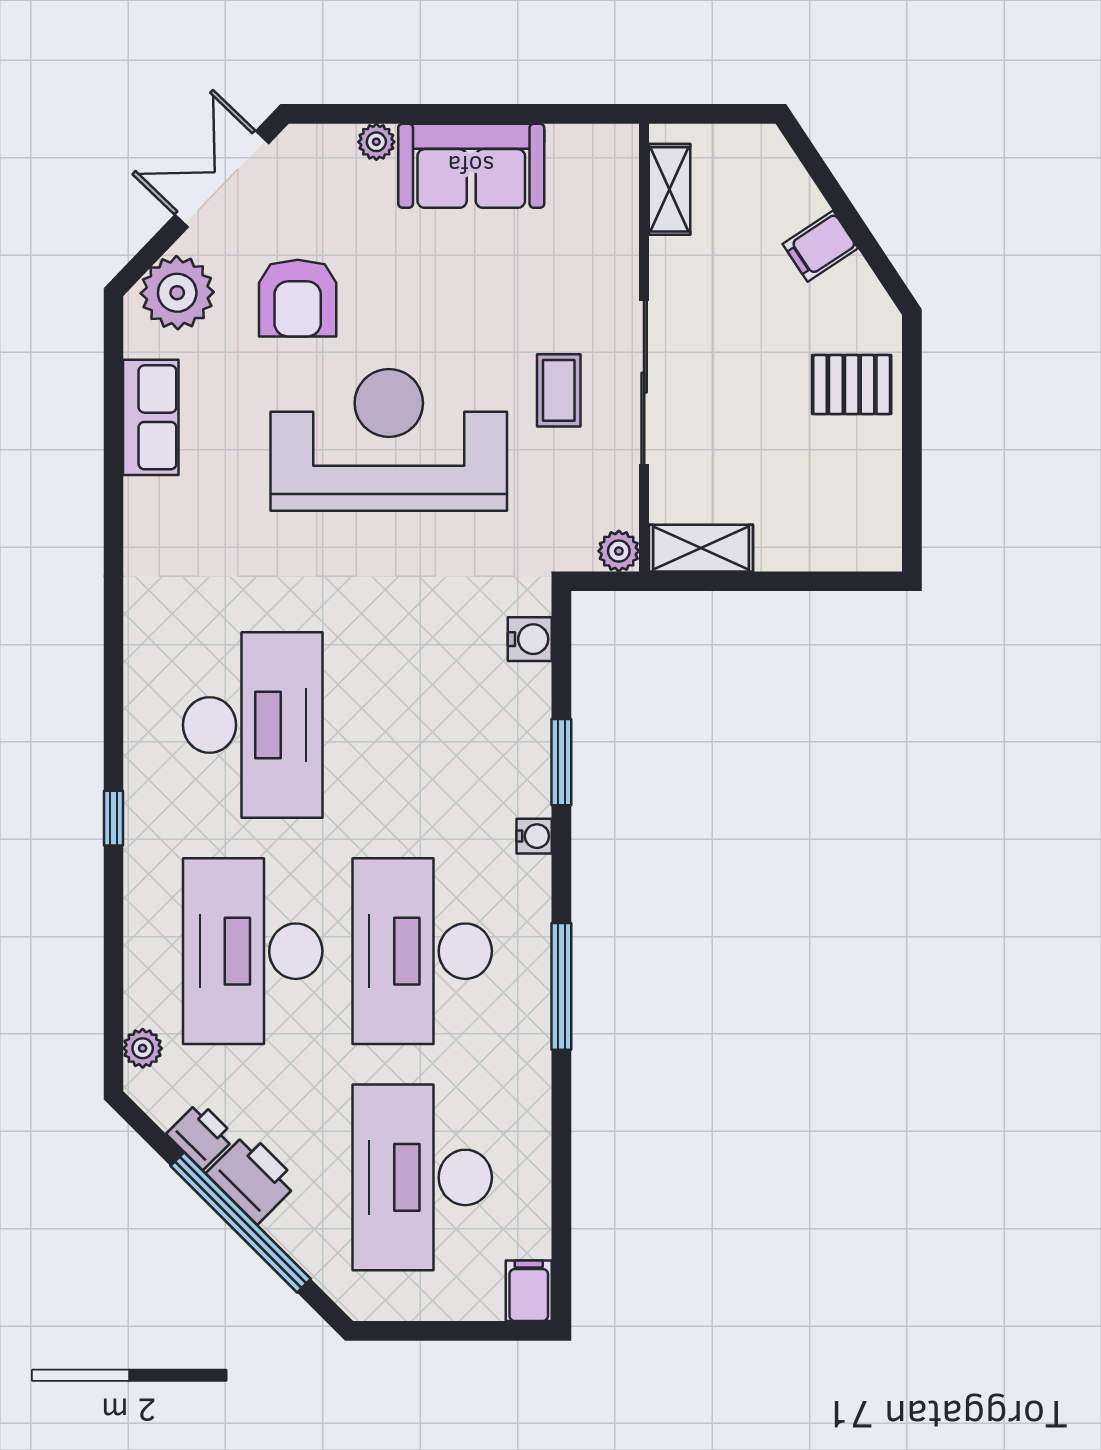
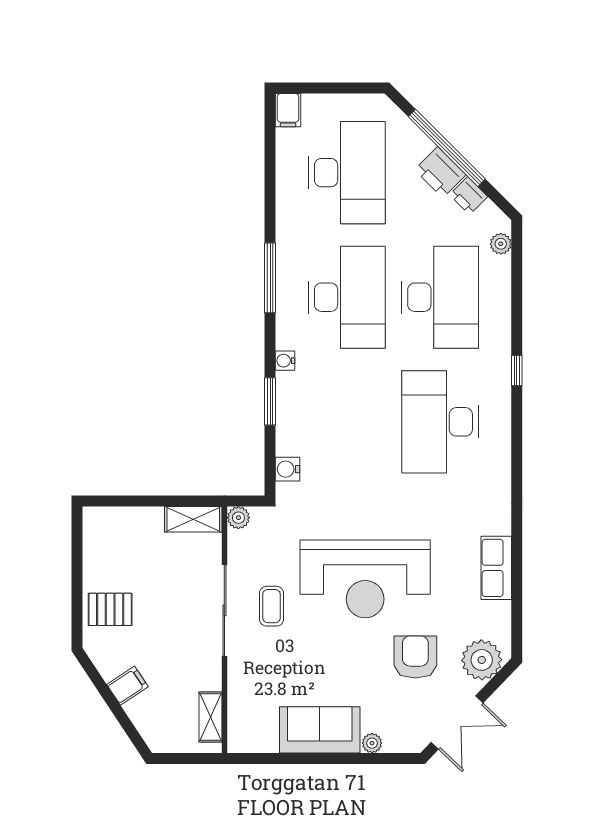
row of seats: (151, 417) -> (496, 568), moved

